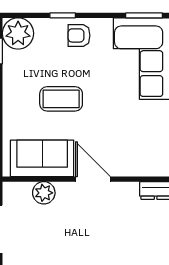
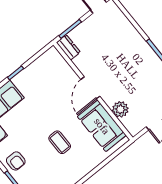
coffee table: (61, 99) -> (60, 142), width x0.73, depth x0.77

